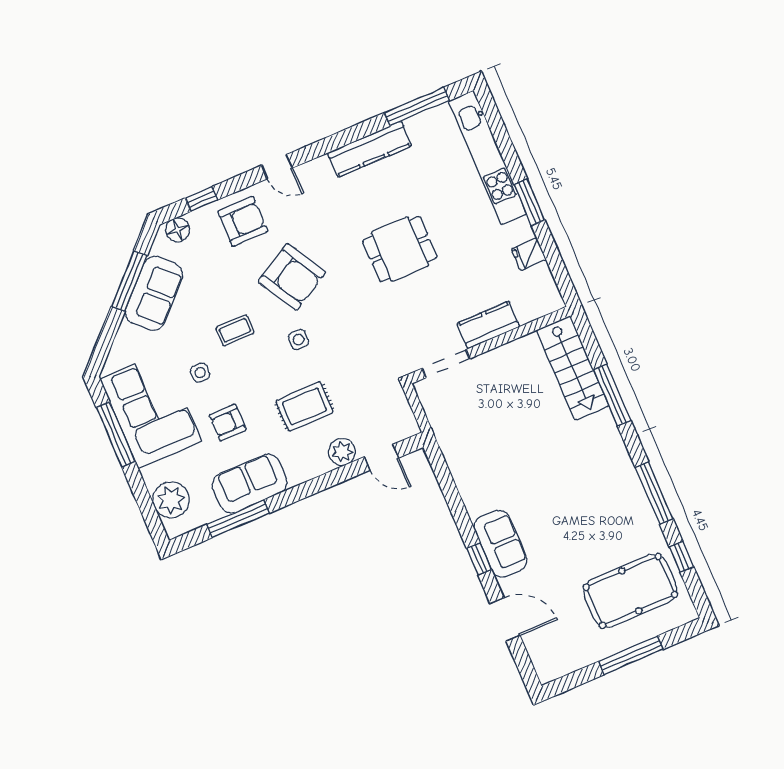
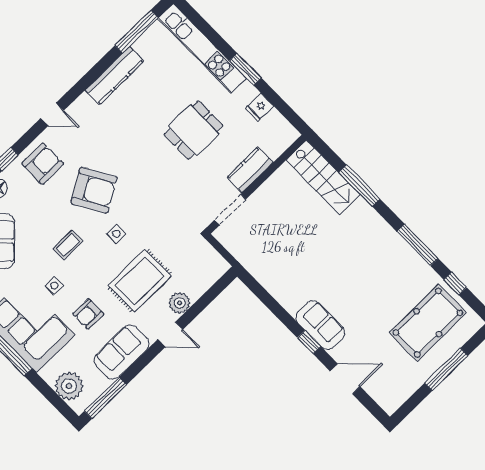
dining table: (400, 249) -> (193, 130), moved
rug: (305, 406) -> (140, 281), width x1.36, depth x1.43
door: (381, 457) -> (170, 334), moved
window: (238, 519) -> (106, 398), moved

